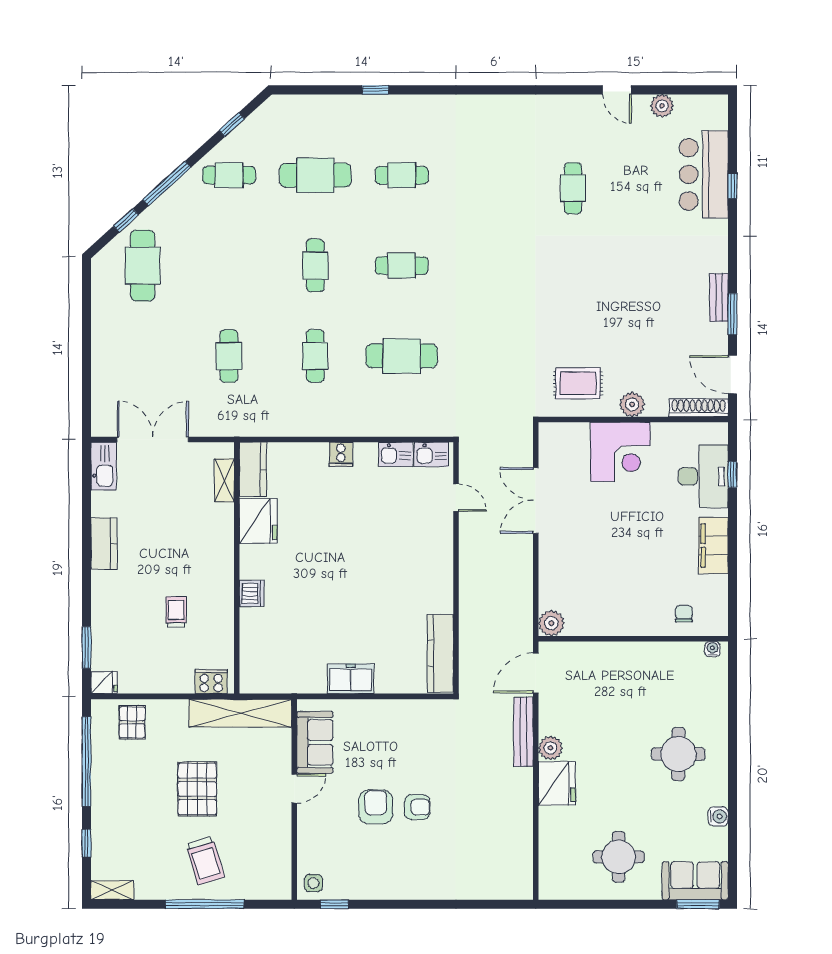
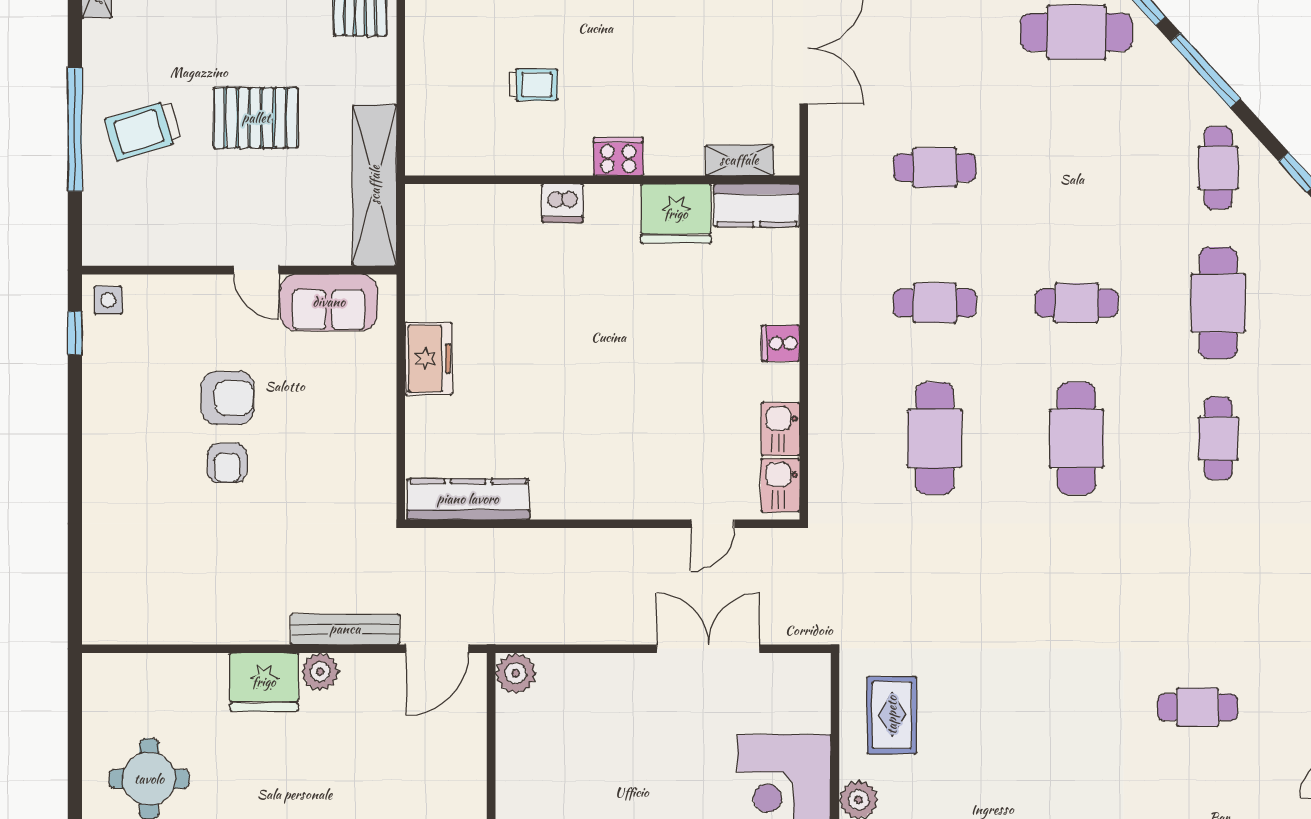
cafe table: (402, 266) -> (1076, 438), width x1.37, depth x1.35
door: (536, 673) -> (437, 649), swing flipped
cooker: (211, 682) -> (618, 156), moved, turned -90

